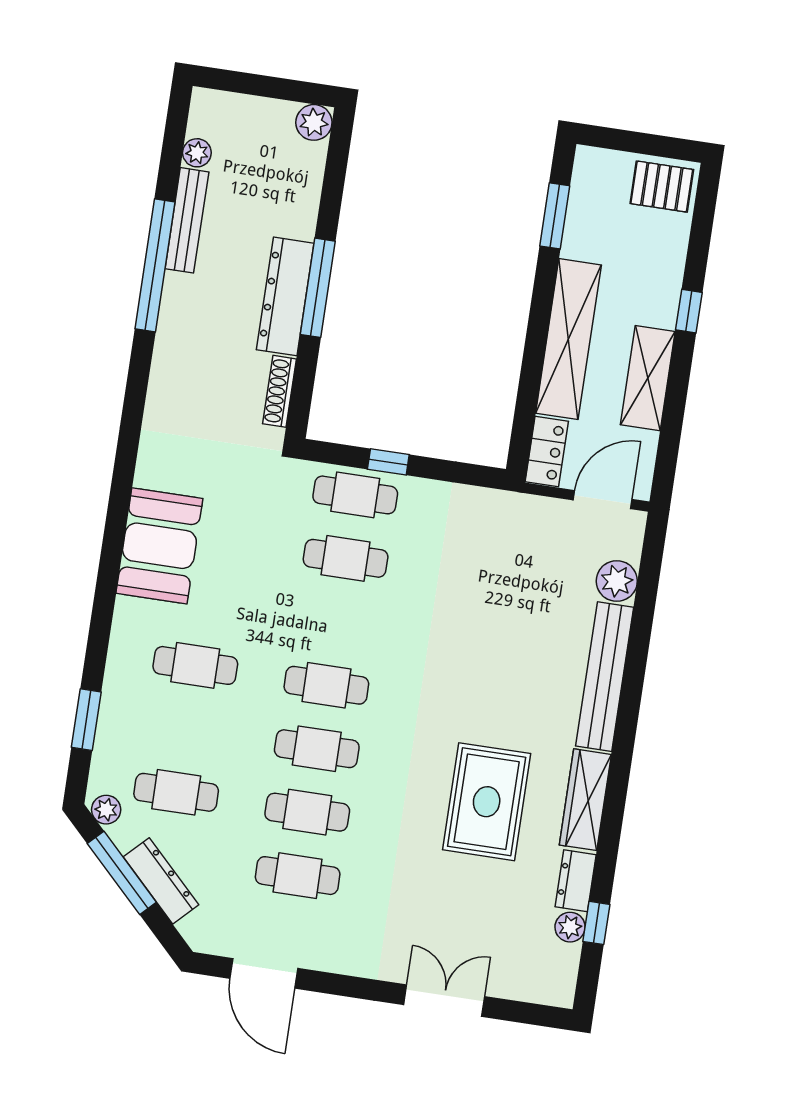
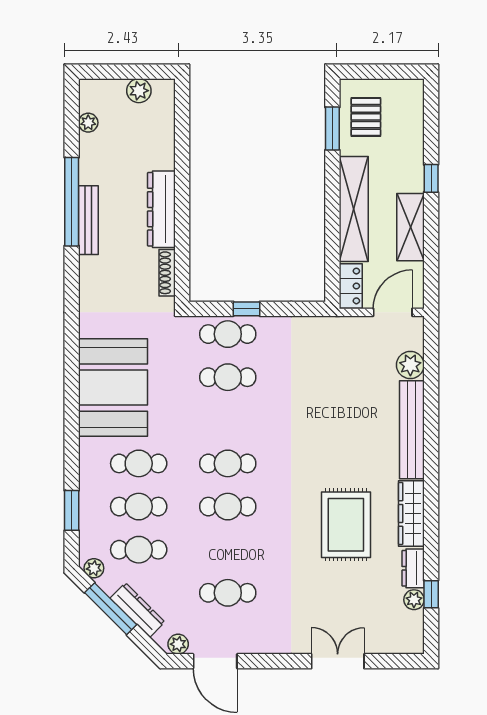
plant: (314, 122) -> (139, 91), moved
pallet: (662, 187) -> (366, 117), moved, turned 90
bench: (187, 220) -> (88, 220), moved
window: (318, 288) -> (182, 200), removed
booth: (159, 546) -> (113, 388), width x1.36, depth x1.42
cafe table: (307, 812) -> (139, 507), moved
plant: (213, 940) -> (178, 644), added

